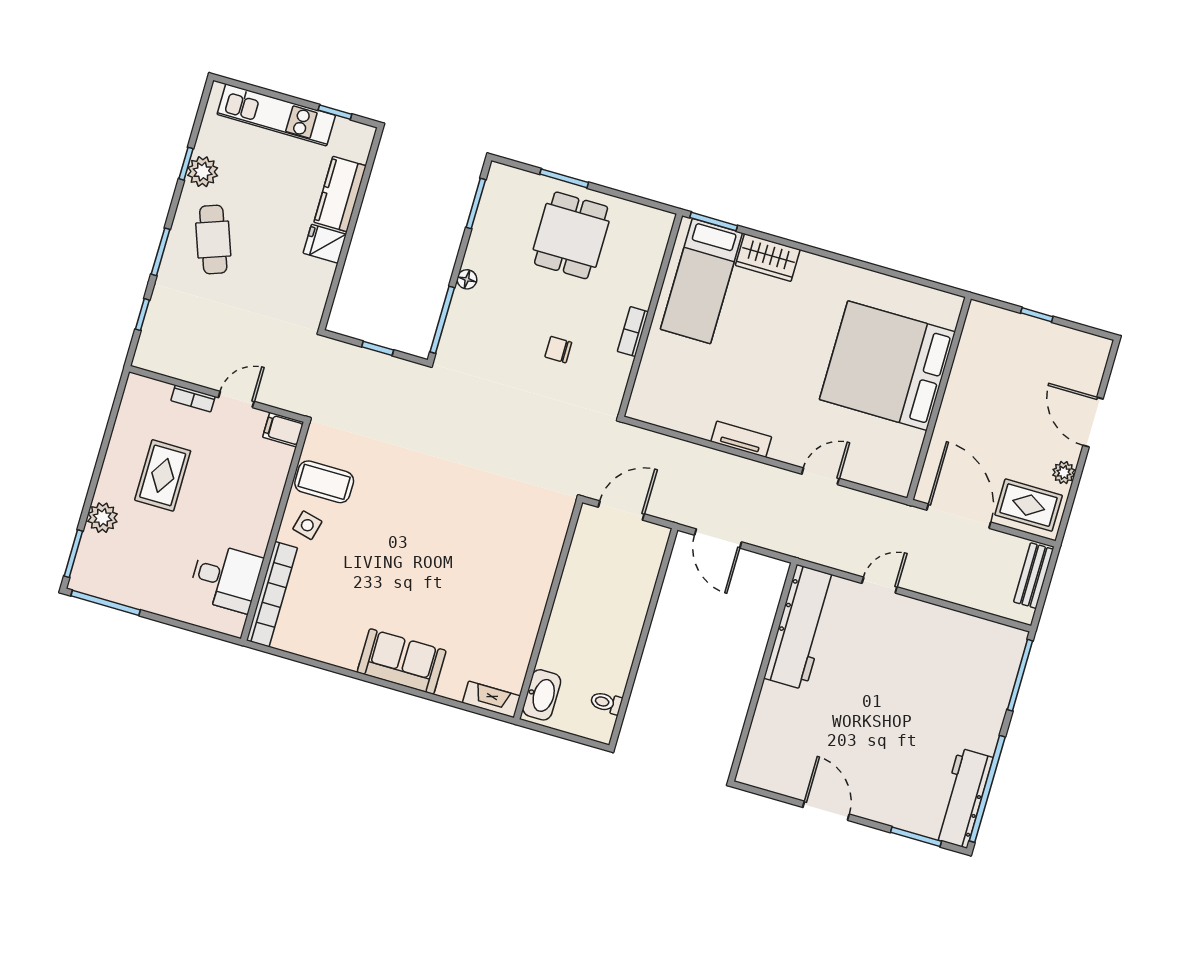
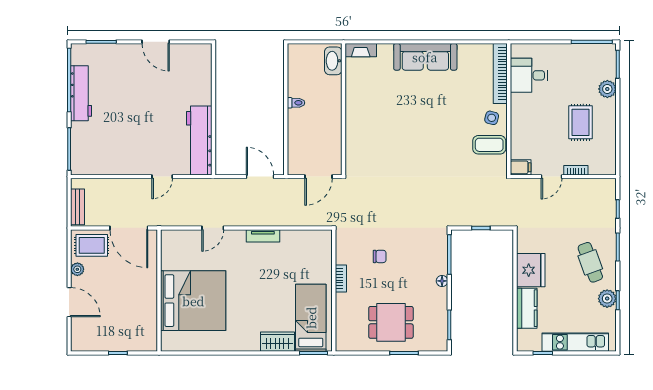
dining table: (571, 235) -> (391, 322), turned 90
fridge: (325, 244) -> (531, 270), width x1.88, depth x1.34
sofa: (402, 661) -> (425, 57), width x1.36
toilet: (606, 703) -> (296, 103), moved
workbench: (963, 798) -> (81, 93), moved

